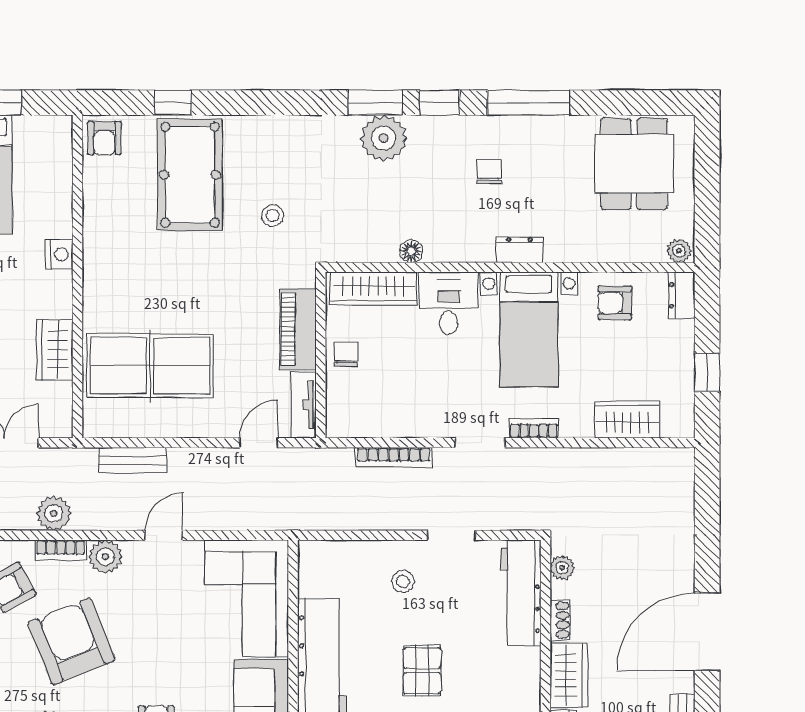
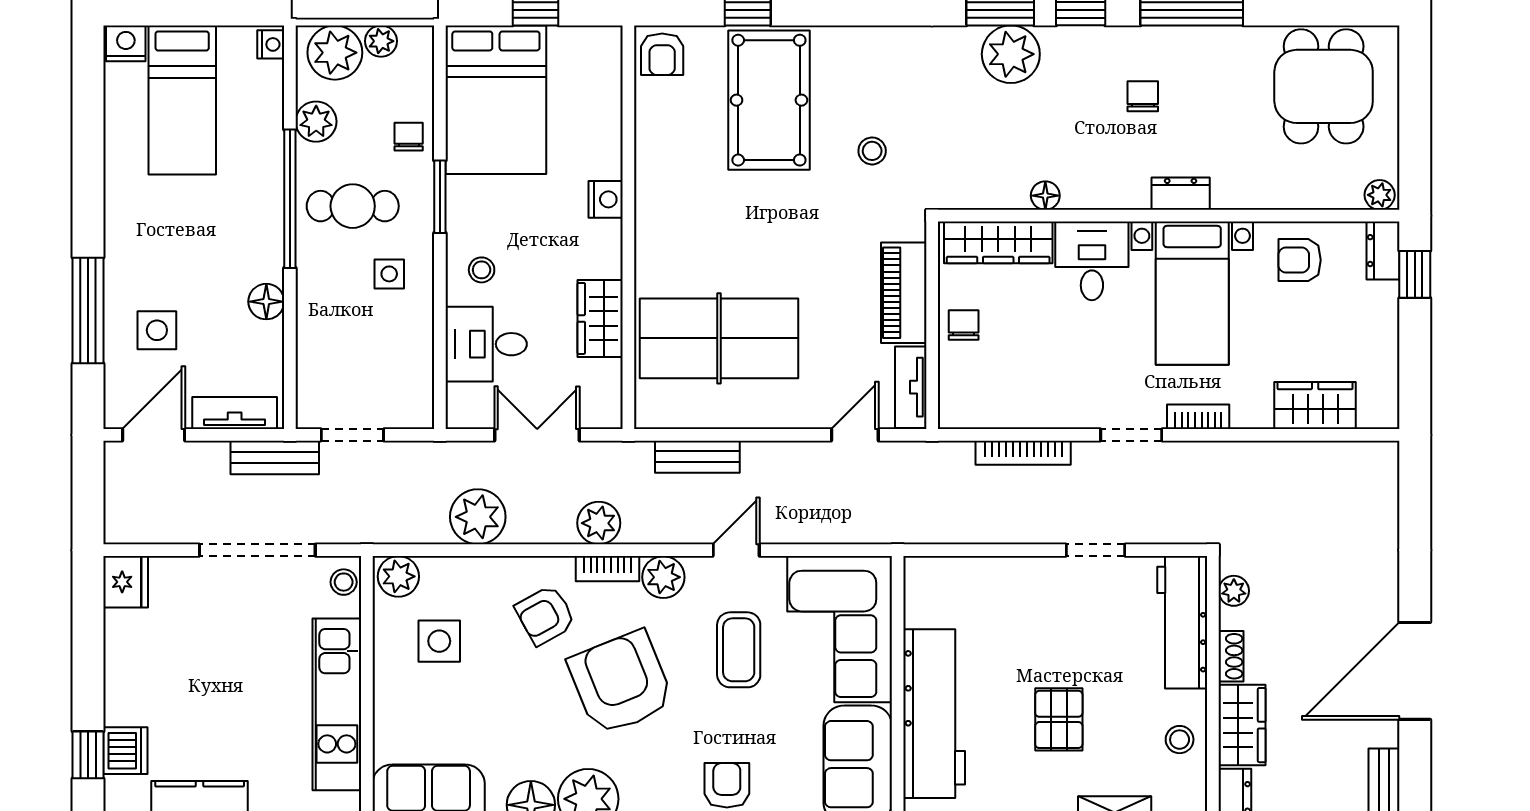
window: (707, 373) -> (1415, 274), moved
stool: (403, 582) -> (1180, 740), moved
coffee table: (166, 615) -> (739, 650), added

